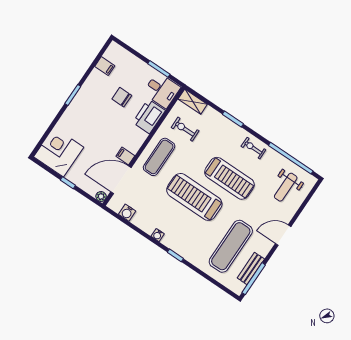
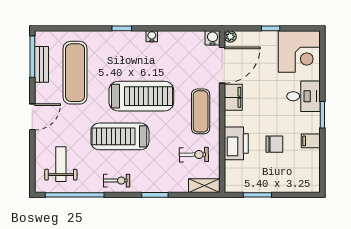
filing cabinet: (105, 66) -> (311, 141), moved
desk: (162, 90) -> (303, 96), moved, turned 180
filing cabinet: (125, 156) -> (233, 97), width x2.00
water cooler: (127, 213) -> (213, 38), moved

